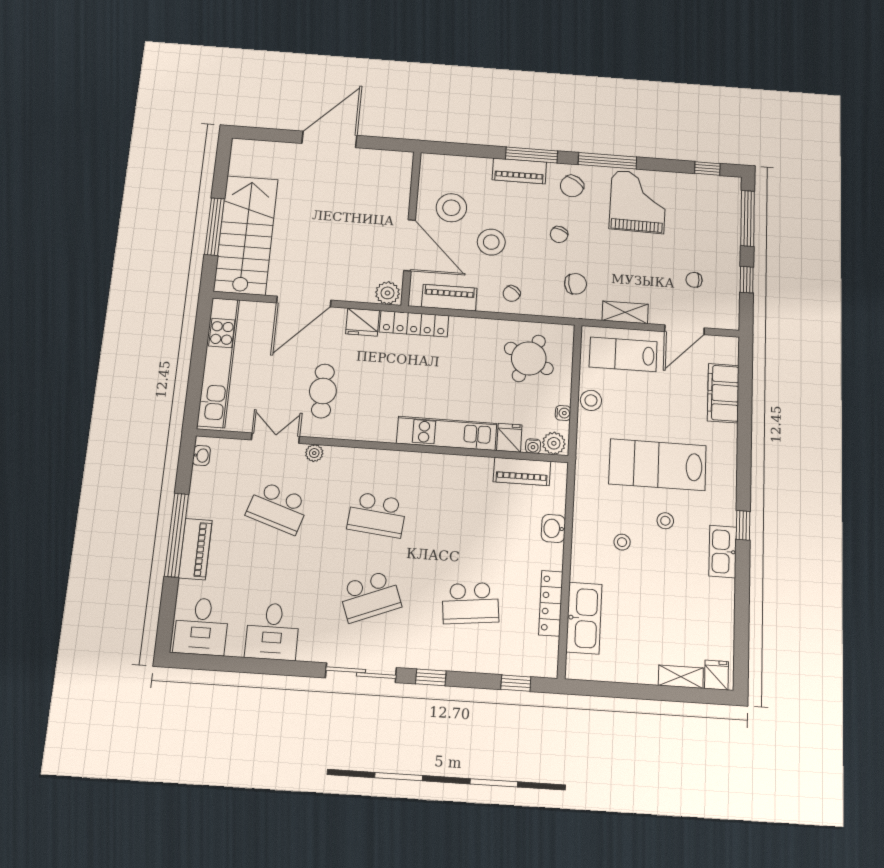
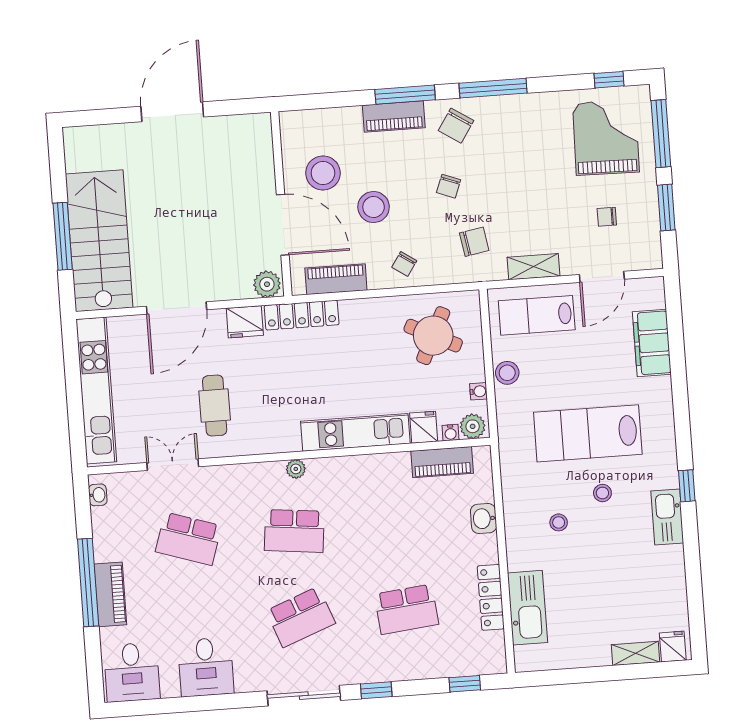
grand piano: (638, 202) -> (606, 138), moved
window: (747, 280) -> (666, 208), width x1.50
plant: (314, 453) -> (296, 469), moved

